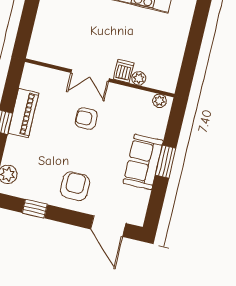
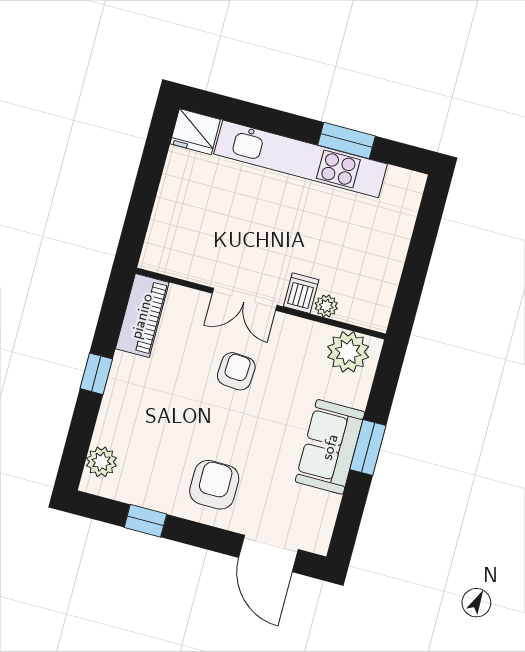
plant: (159, 101) -> (348, 352), width x1.88, depth x1.88
piano: (23, 113) -> (142, 316), moved
armchair: (86, 118) -> (236, 371), turned 94

